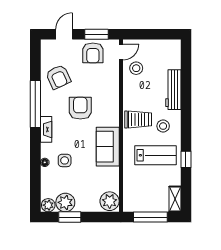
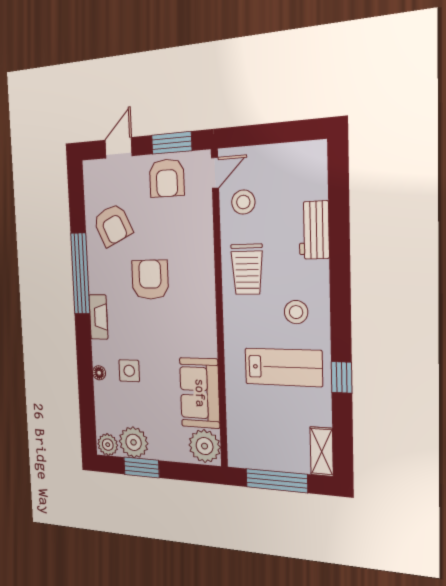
workbench: (173, 90) -> (314, 230), width x0.73
trolley: (138, 119) -> (247, 269), moved, turned 90
sofa: (108, 147) -> (200, 393), moved

